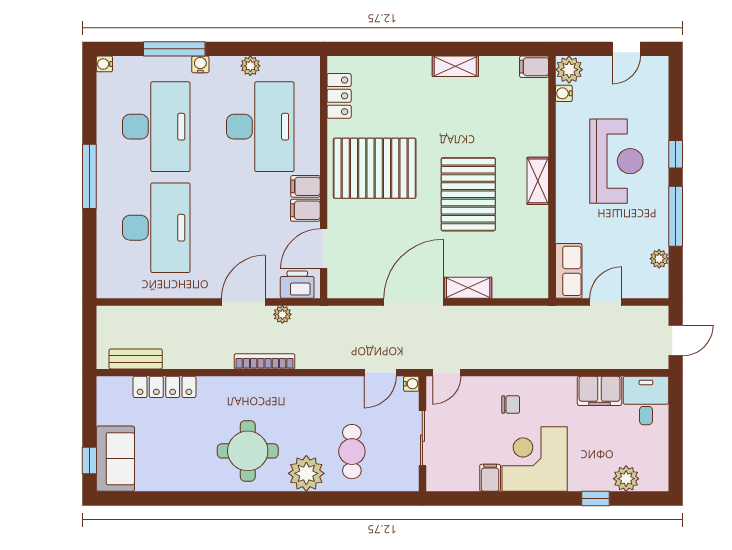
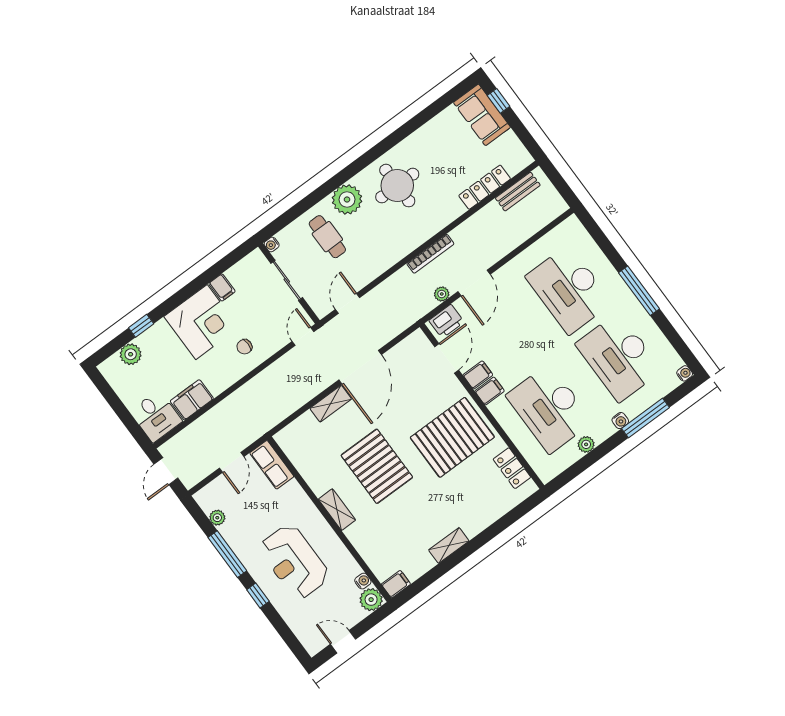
door: (626, 49) -> (343, 642), hinge flipped
water cooler: (411, 384) -> (272, 244), moved

